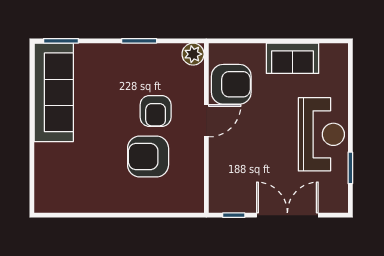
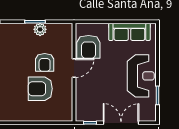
plant: (193, 54) -> (40, 29), moved
sofa: (293, 58) -> (129, 32), width x1.36
armchair: (231, 84) -> (88, 47), turned 90

